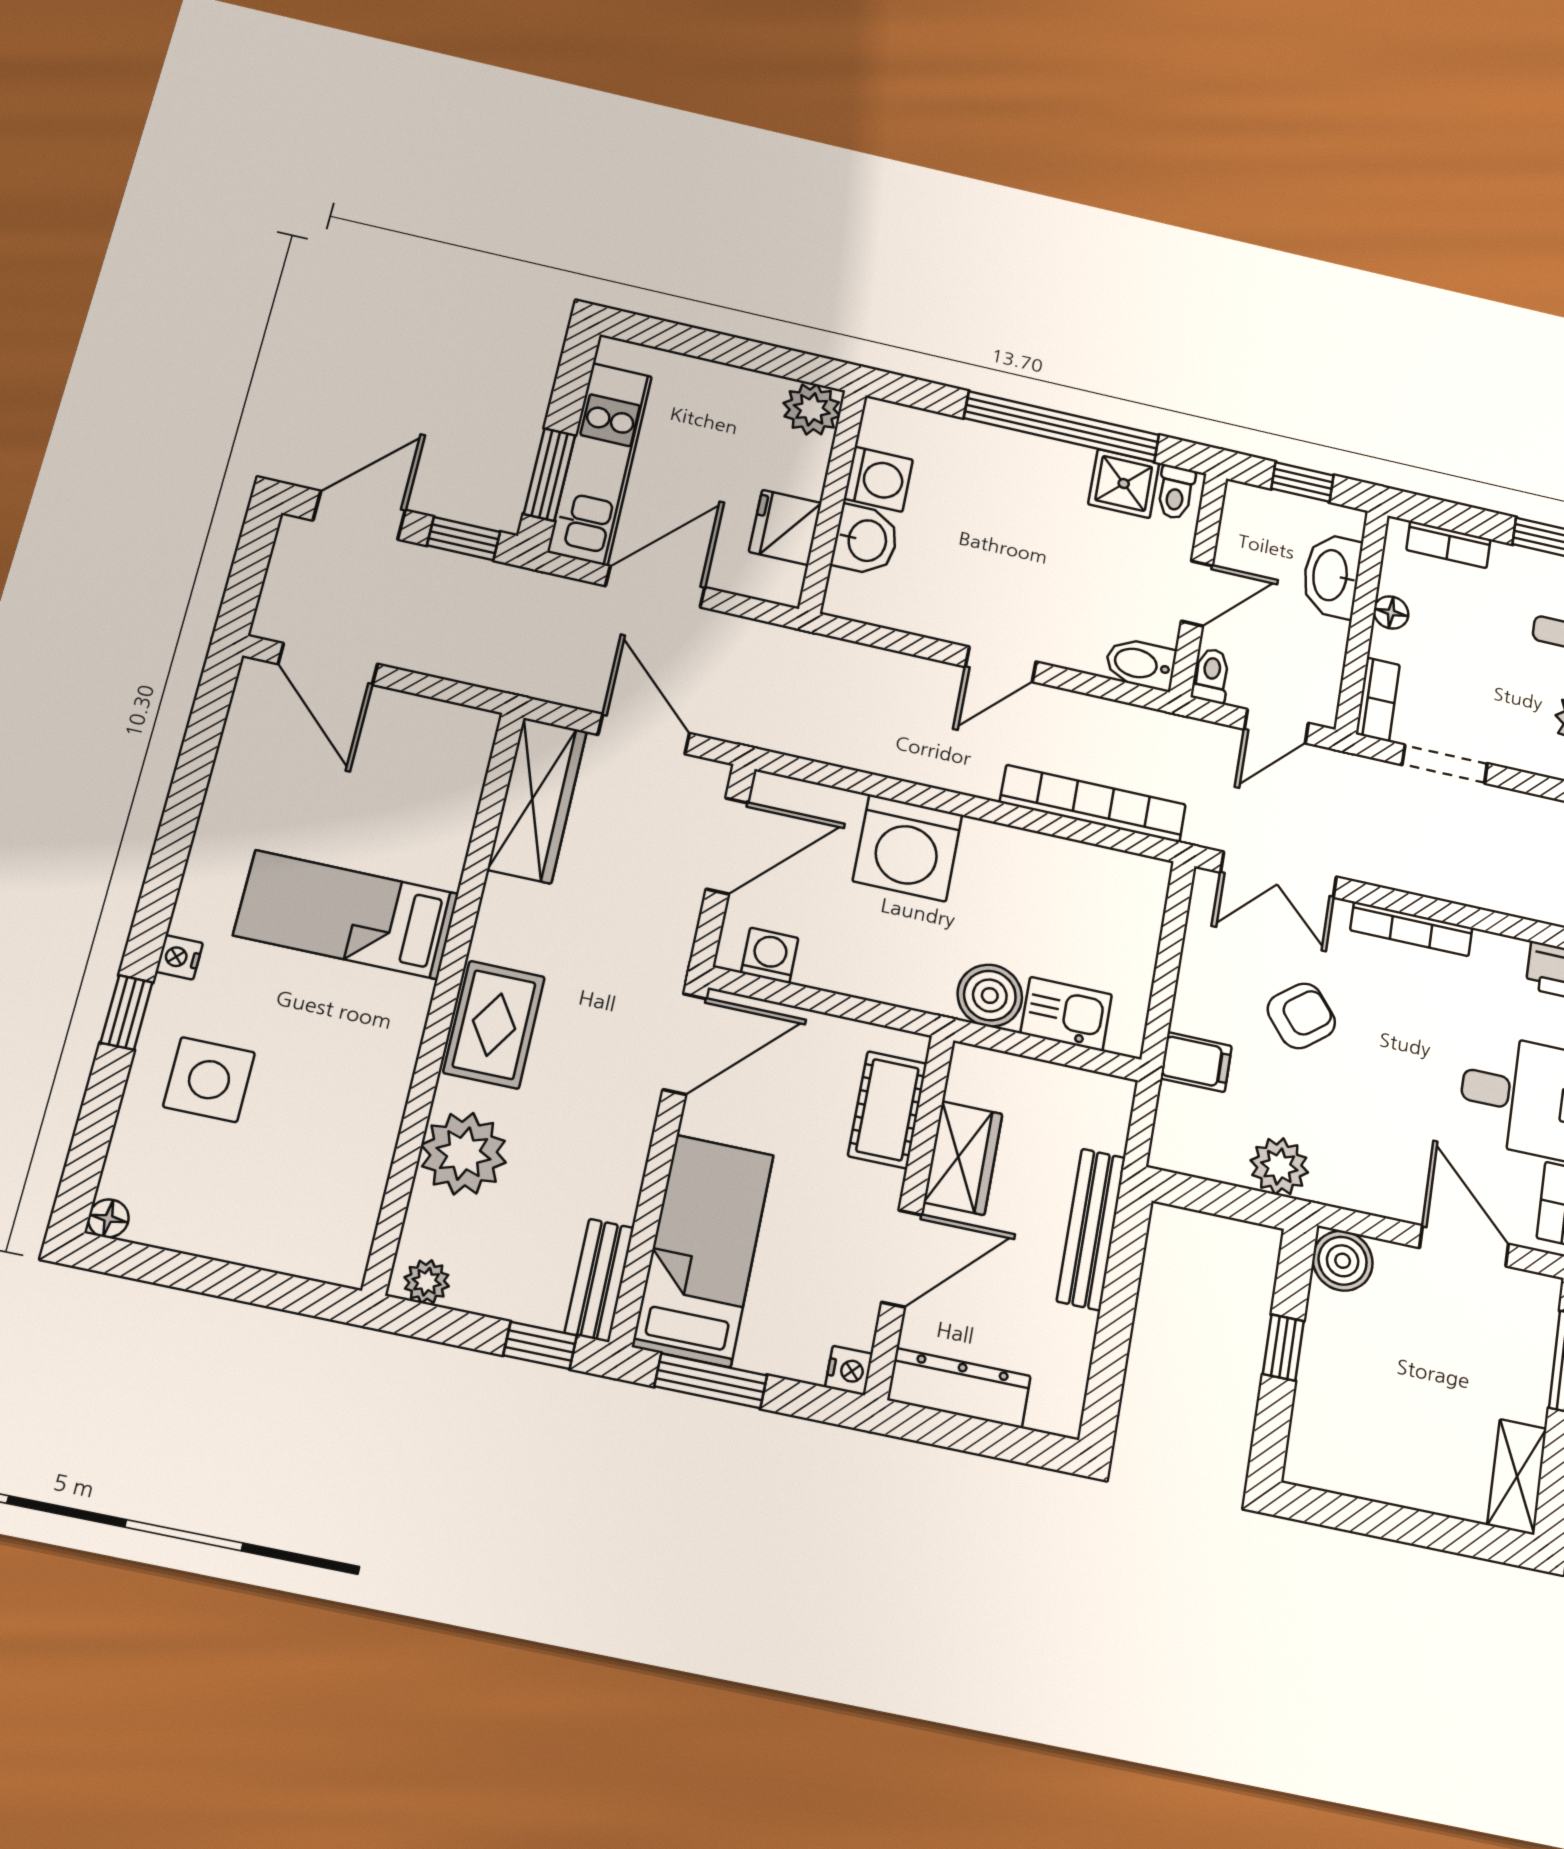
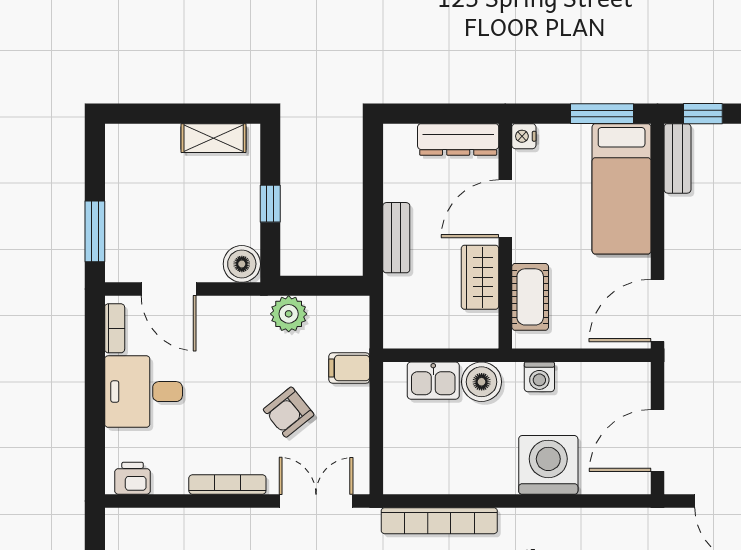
washing machine: (770, 955) -> (539, 377), moved
bench: (1091, 1229) -> (396, 238), width x0.73
shelving: (1517, 1477) -> (214, 138), moved, turned 90

